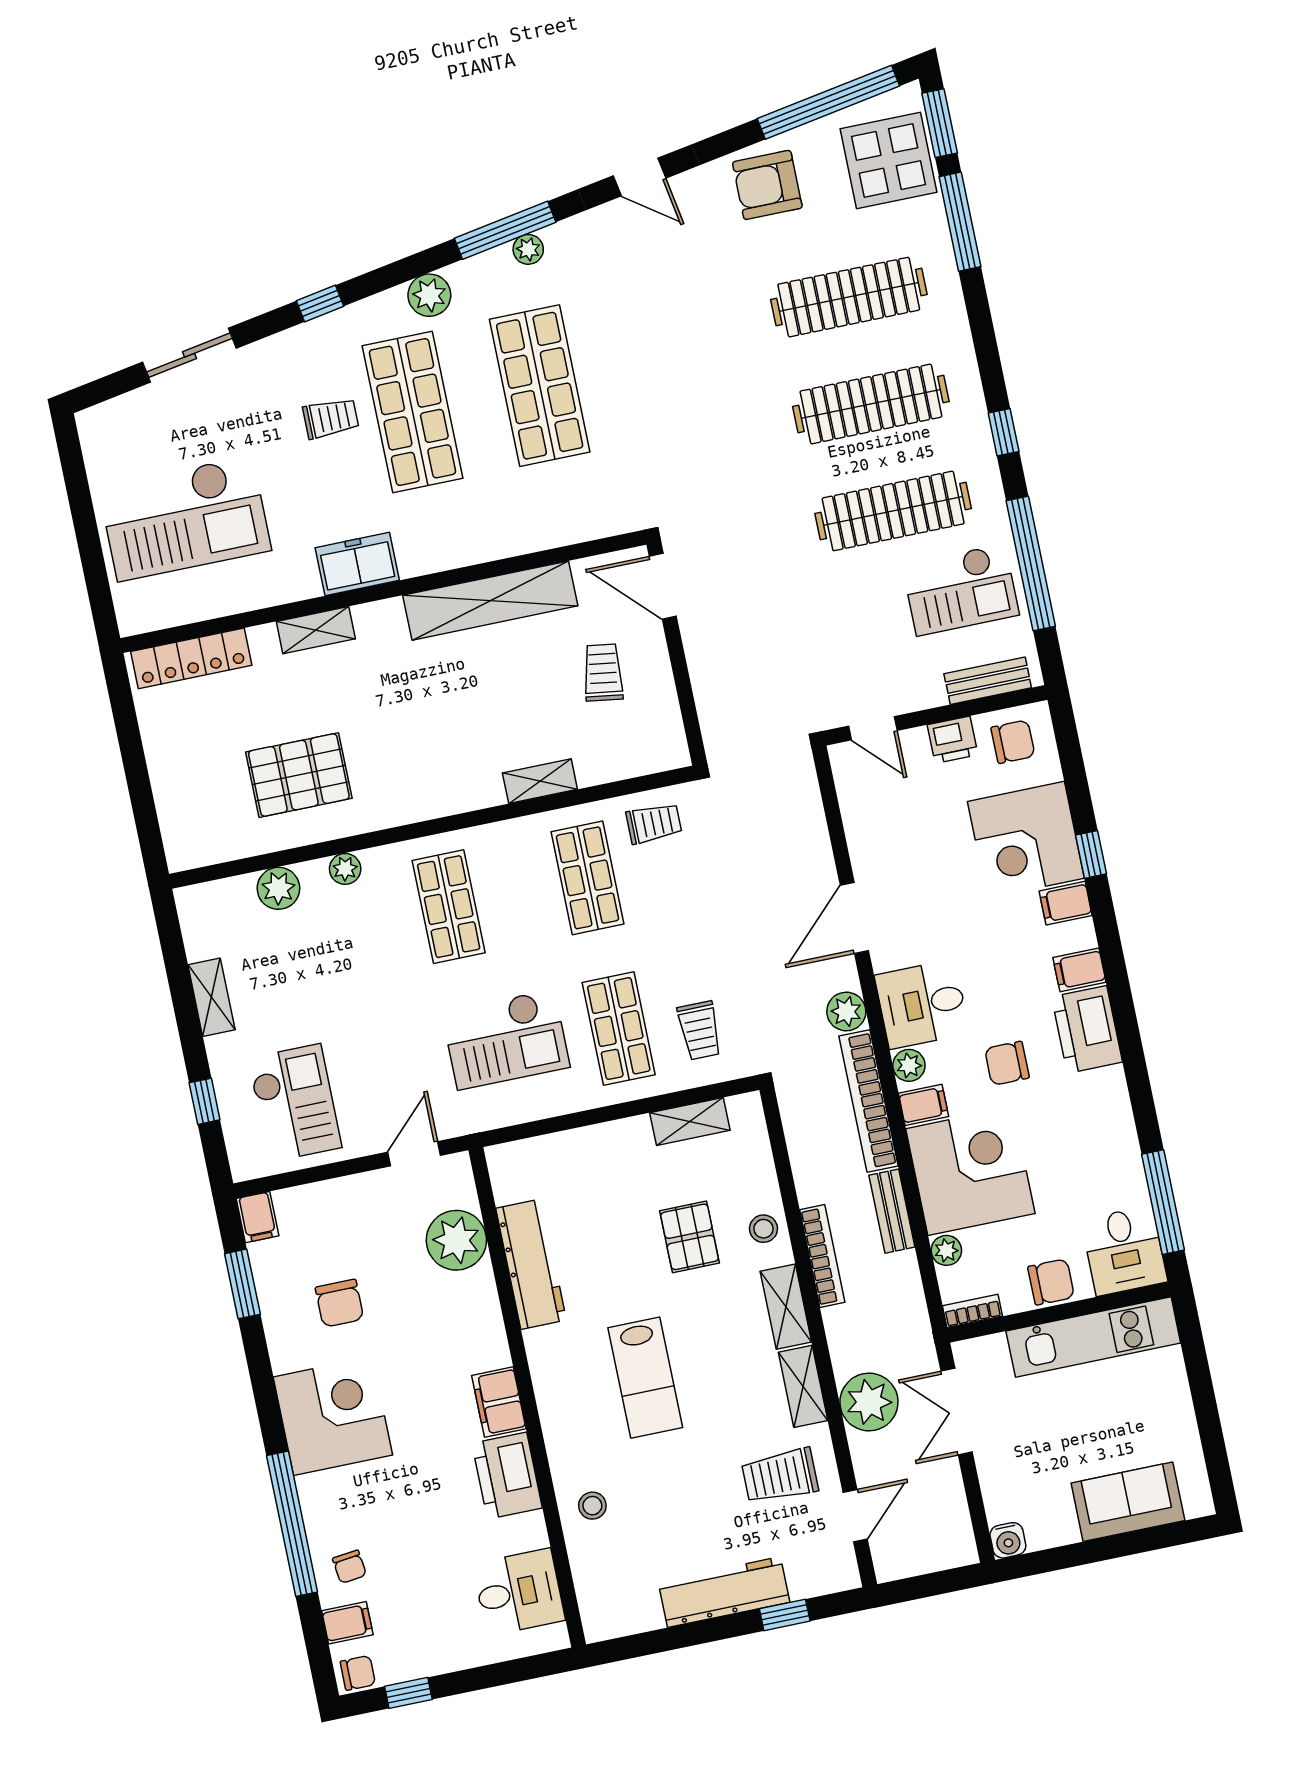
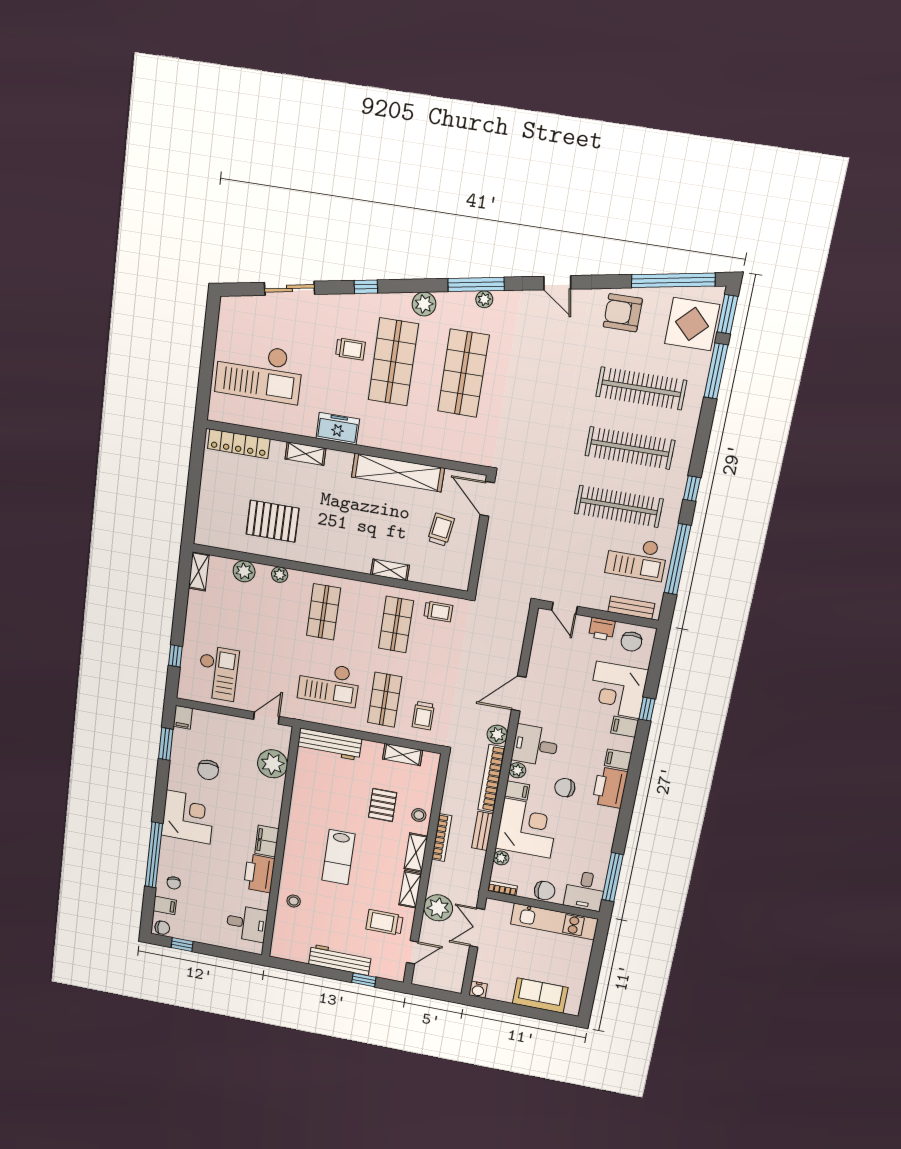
chair: (1013, 742) -> (631, 642), turned 90
shelving: (211, 997) -> (199, 571), moved
workbench: (531, 1264) -> (329, 744), moved, turned 90

